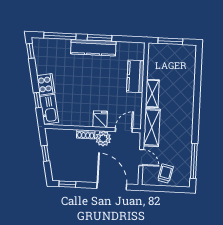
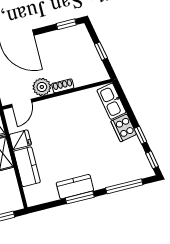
kitchen counter: (93, 48) -> (75, 187), width x0.67
window: (38, 100) -> (140, 135), moved
fridge: (100, 119) -> (20, 140), moved, turned -90

